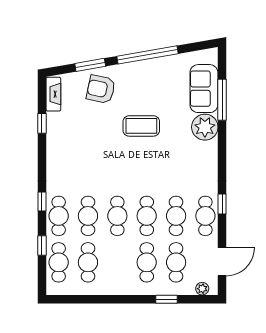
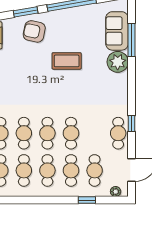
cafe table: (176, 216) -> (47, 170), moved

